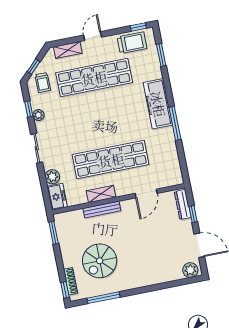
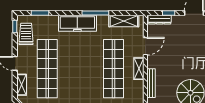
shelving: (172, 161) -> (124, 21), added
door: (146, 193) -> (145, 46), hinge flipped
shelving: (101, 194) -> (139, 69), moved

